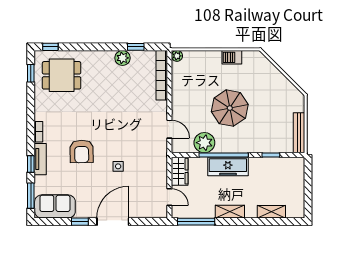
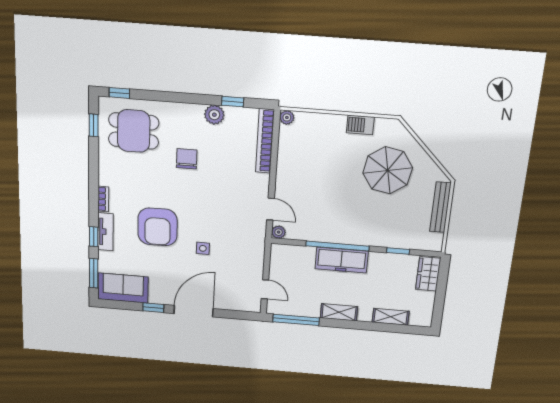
chair: (103, 94) -> (187, 159), added
parasol: (230, 108) -> (388, 170), moved
bench: (299, 133) -> (440, 207), moved
plant: (204, 143) -> (279, 232), moved, width x0.53, depth x0.53
armchair: (82, 151) -> (158, 227), width x1.36, depth x1.36
wardrobe: (180, 171) -> (428, 274), moved, turned 180

